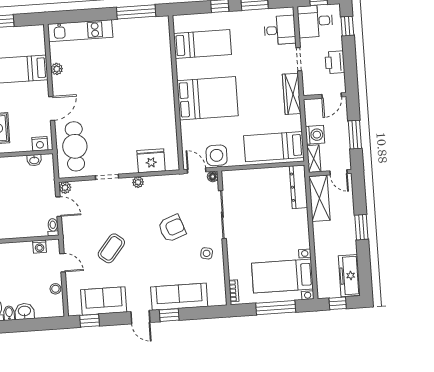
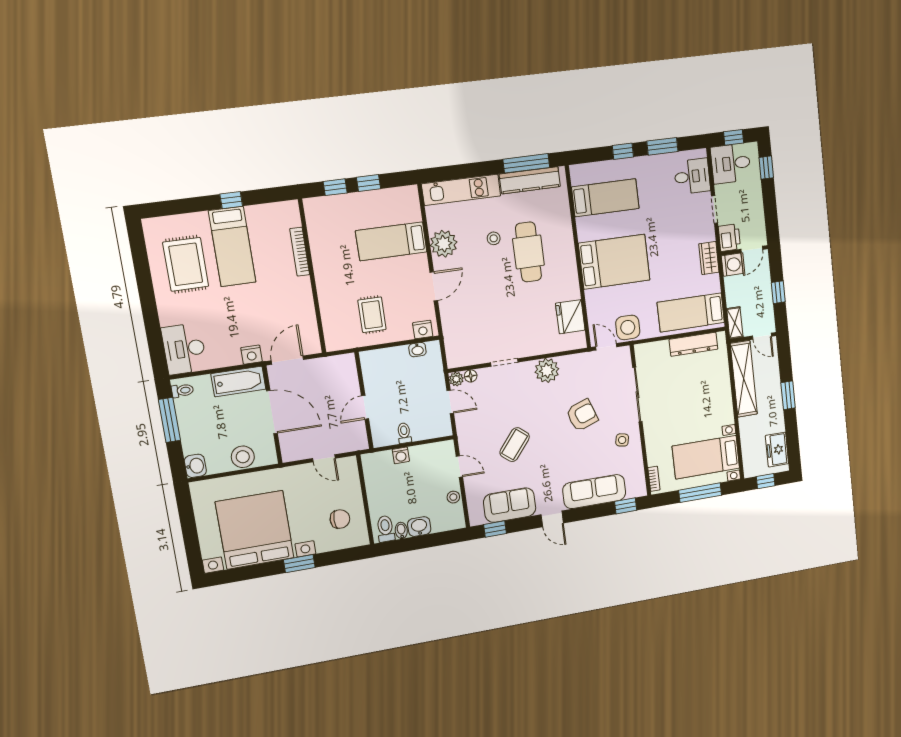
kitchen counter: (138, 26) -> (530, 180), added
printer: (335, 62) -> (729, 238), moved, turned 180
plant: (57, 69) -> (444, 244), width x1.87, depth x1.87
stool: (105, 72) -> (494, 238), added
wardrobe: (292, 94) -> (709, 258), width x0.67
washing machine: (315, 135) -> (732, 265), moved
window: (355, 135) -> (778, 292), width x0.67
cafe table: (75, 146) -> (528, 252), moved
fridge: (151, 161) -> (570, 317), moved, turned -90
floor lamp: (213, 177) -> (471, 376), moved
plant: (138, 182) -> (547, 370), width x1.88, depth x1.88
dresser: (298, 187) -> (693, 344), moved, turned -90
shelving: (319, 198) -> (744, 379), width x1.47
toilet: (53, 227) -> (404, 433), moved
washing machine: (39, 247) -> (401, 455), moved
freezer: (349, 276) -> (777, 450), width x0.71
window: (169, 315) -> (626, 506), moved

